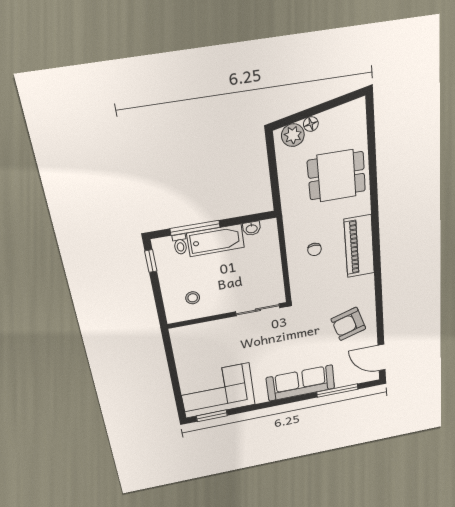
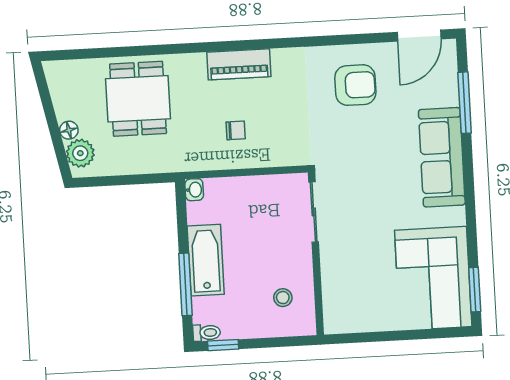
washbasin: (252, 228) -> (194, 190), moved
toilet: (180, 244) -> (207, 333), moved
piano: (359, 246) -> (239, 64), width x0.73, depth x0.75
armchair: (348, 324) -> (355, 85), turned -73

